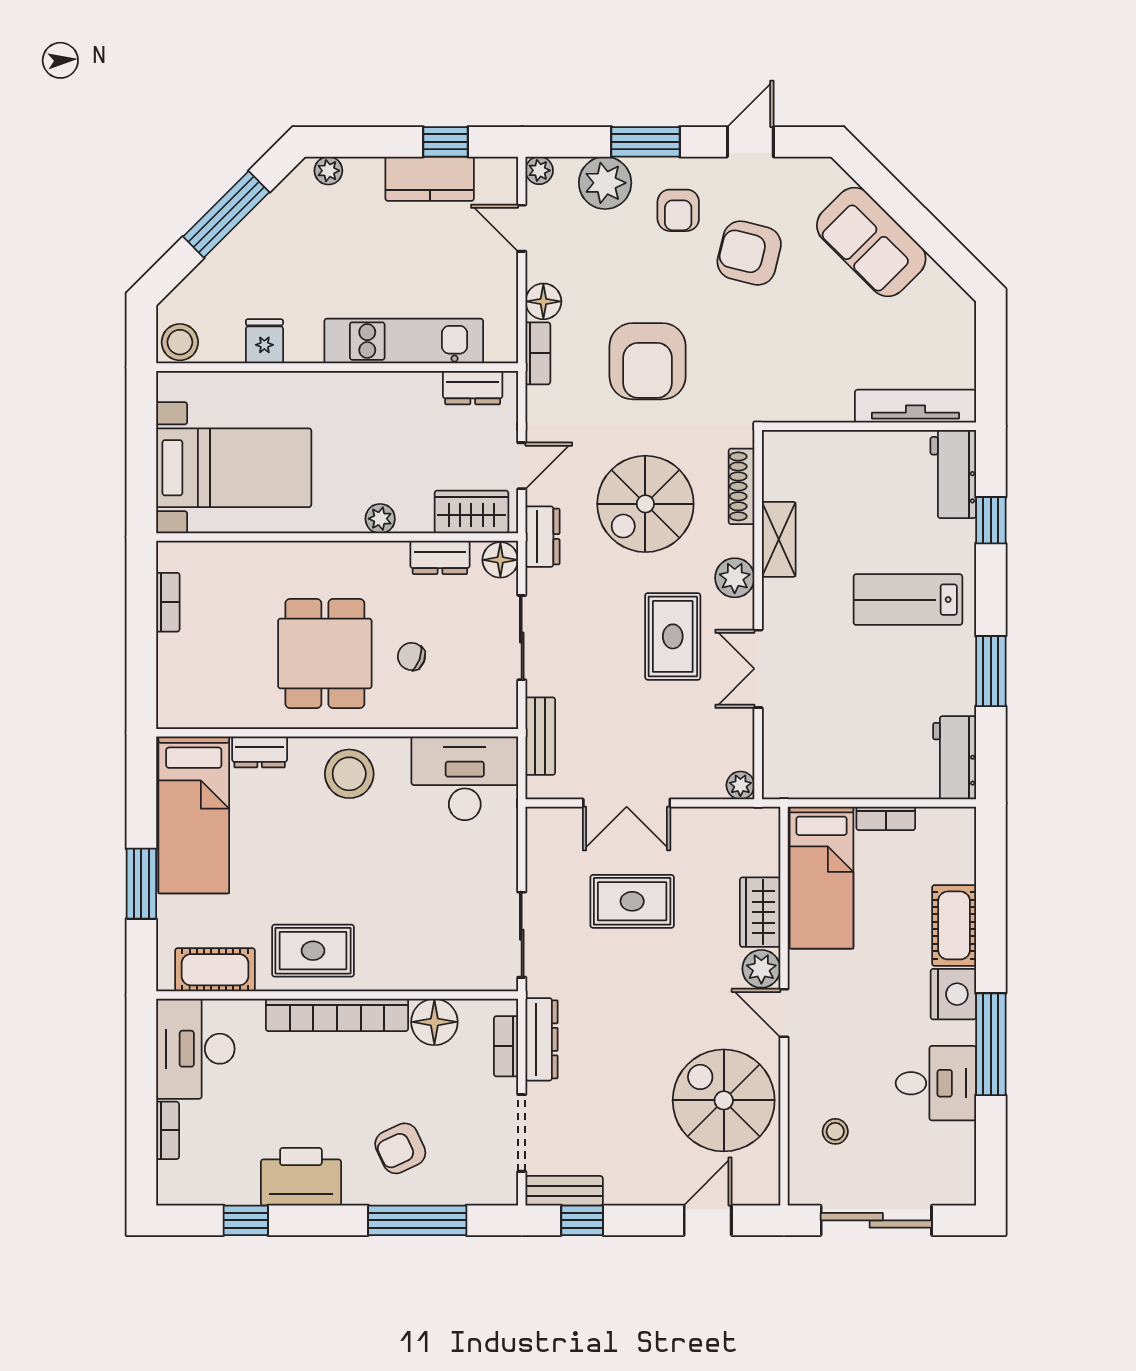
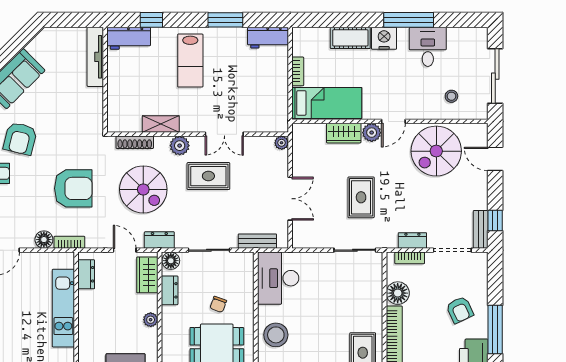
rug: (632, 901) -> (361, 197), moved
dresser: (542, 1039) -> (412, 240), width x0.70
window: (417, 1220) -> (495, 330), moved

